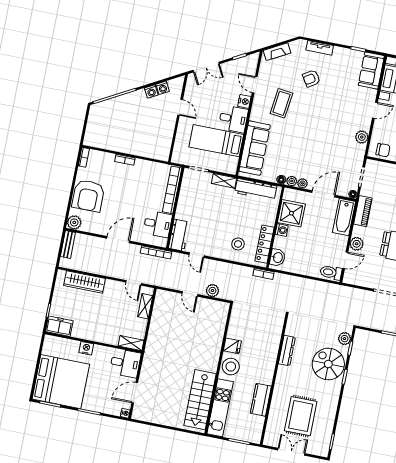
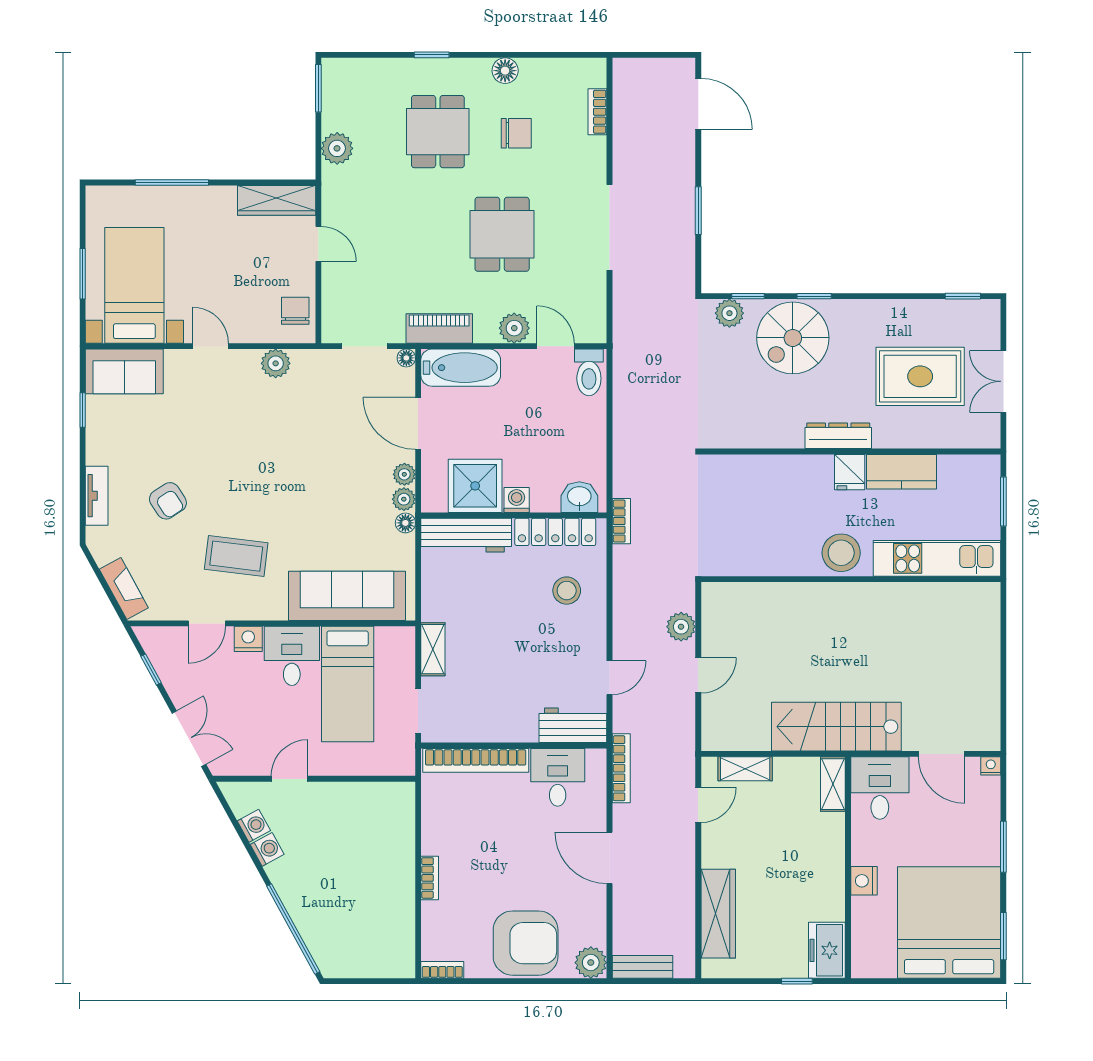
workbench: (256, 189) -> (466, 535), moved, turned 90
fridge: (232, 346) -> (850, 472), moved, turned 180
dresser: (287, 351) -> (838, 436), moved
stairs: (200, 400) -> (836, 727), moved, turned 180

